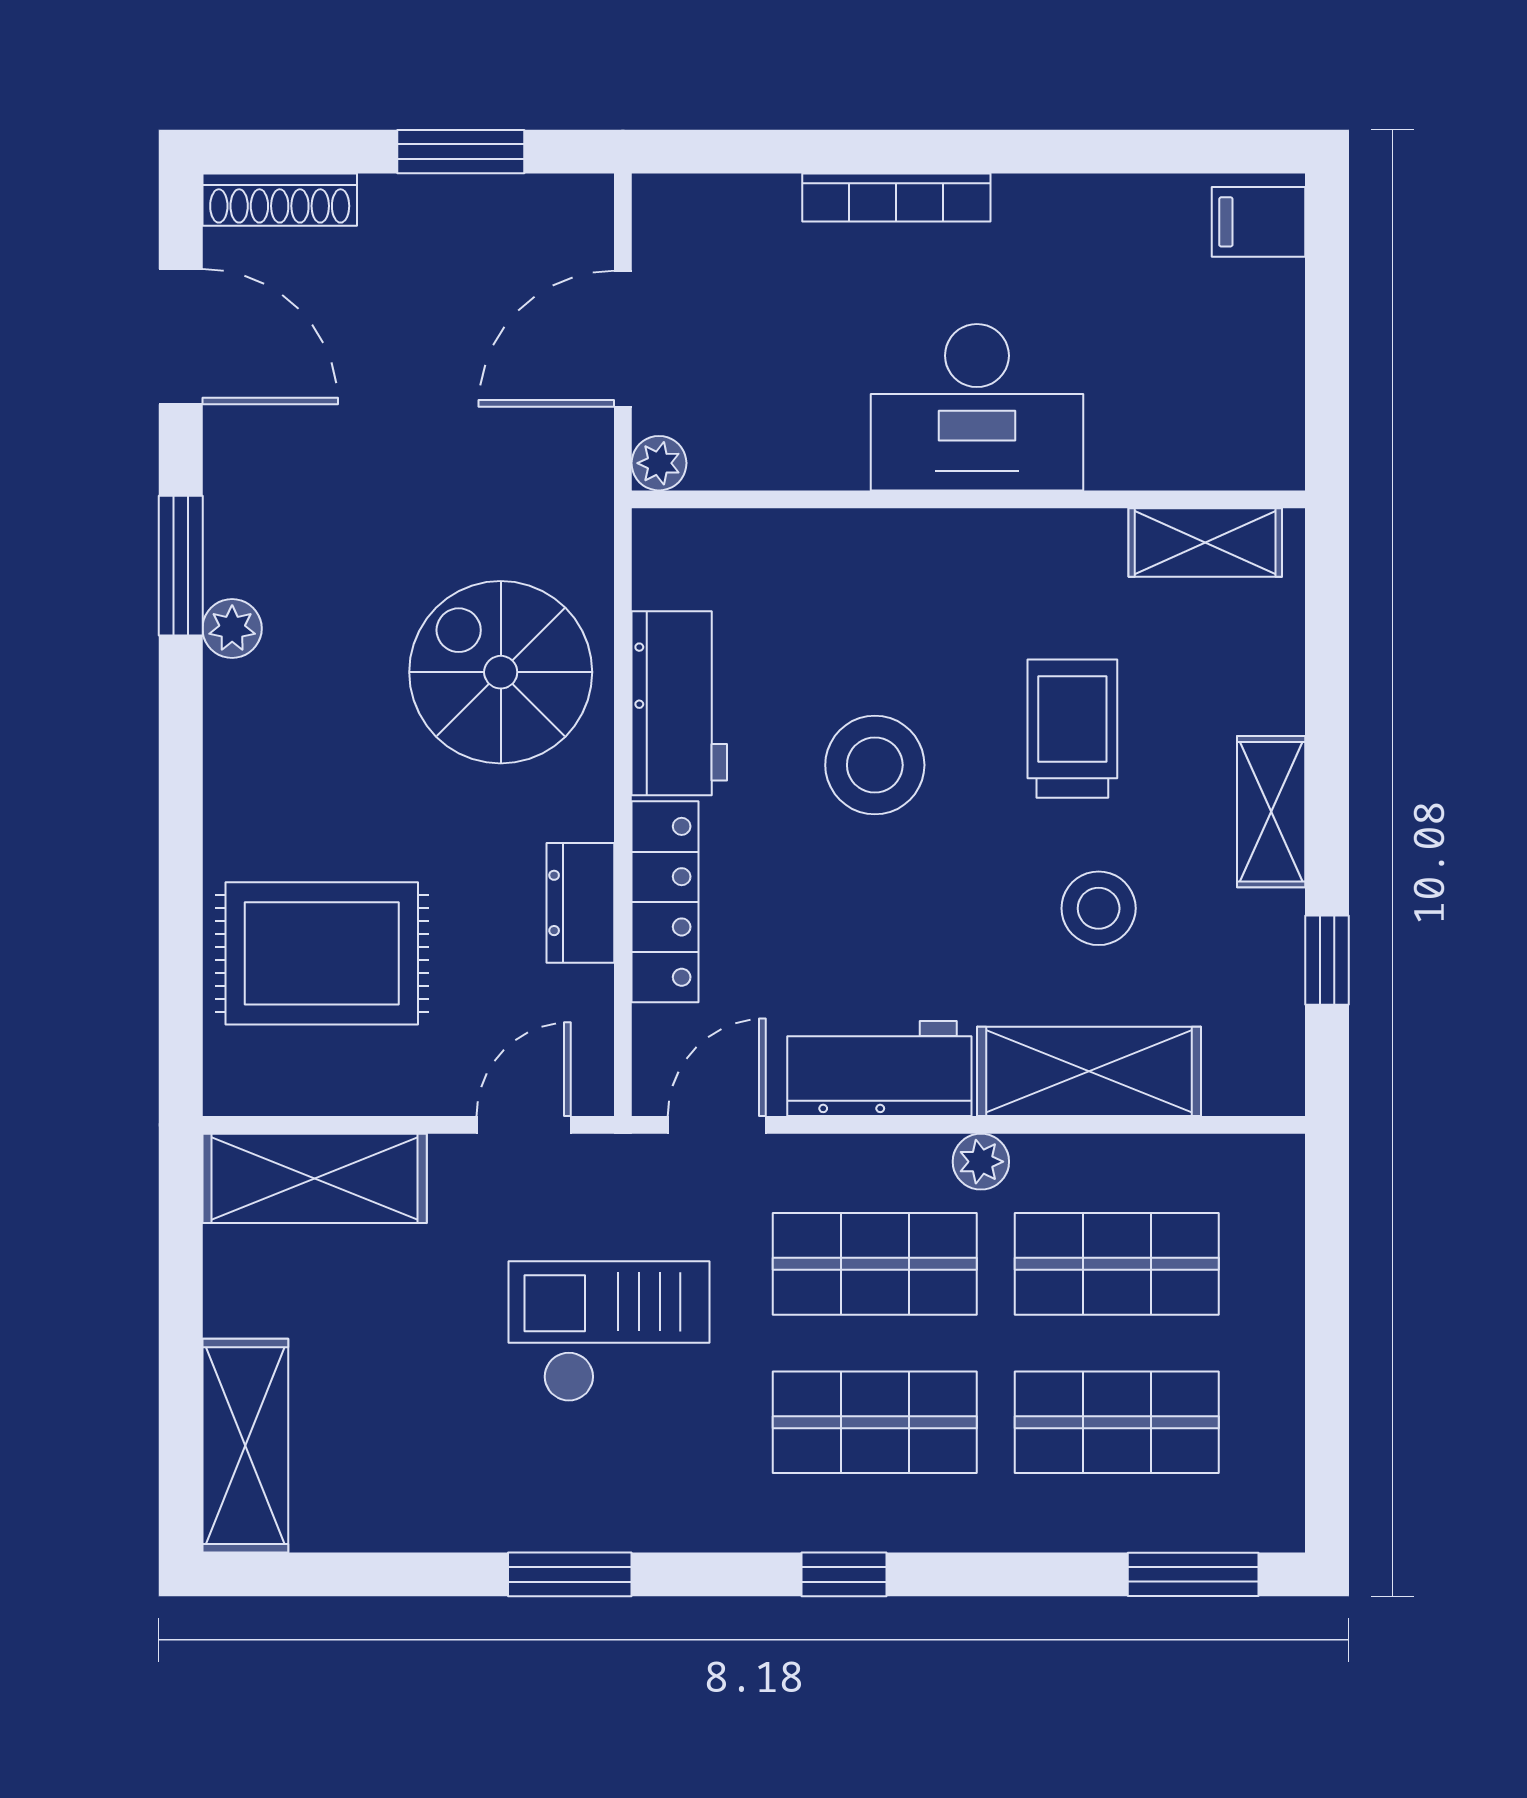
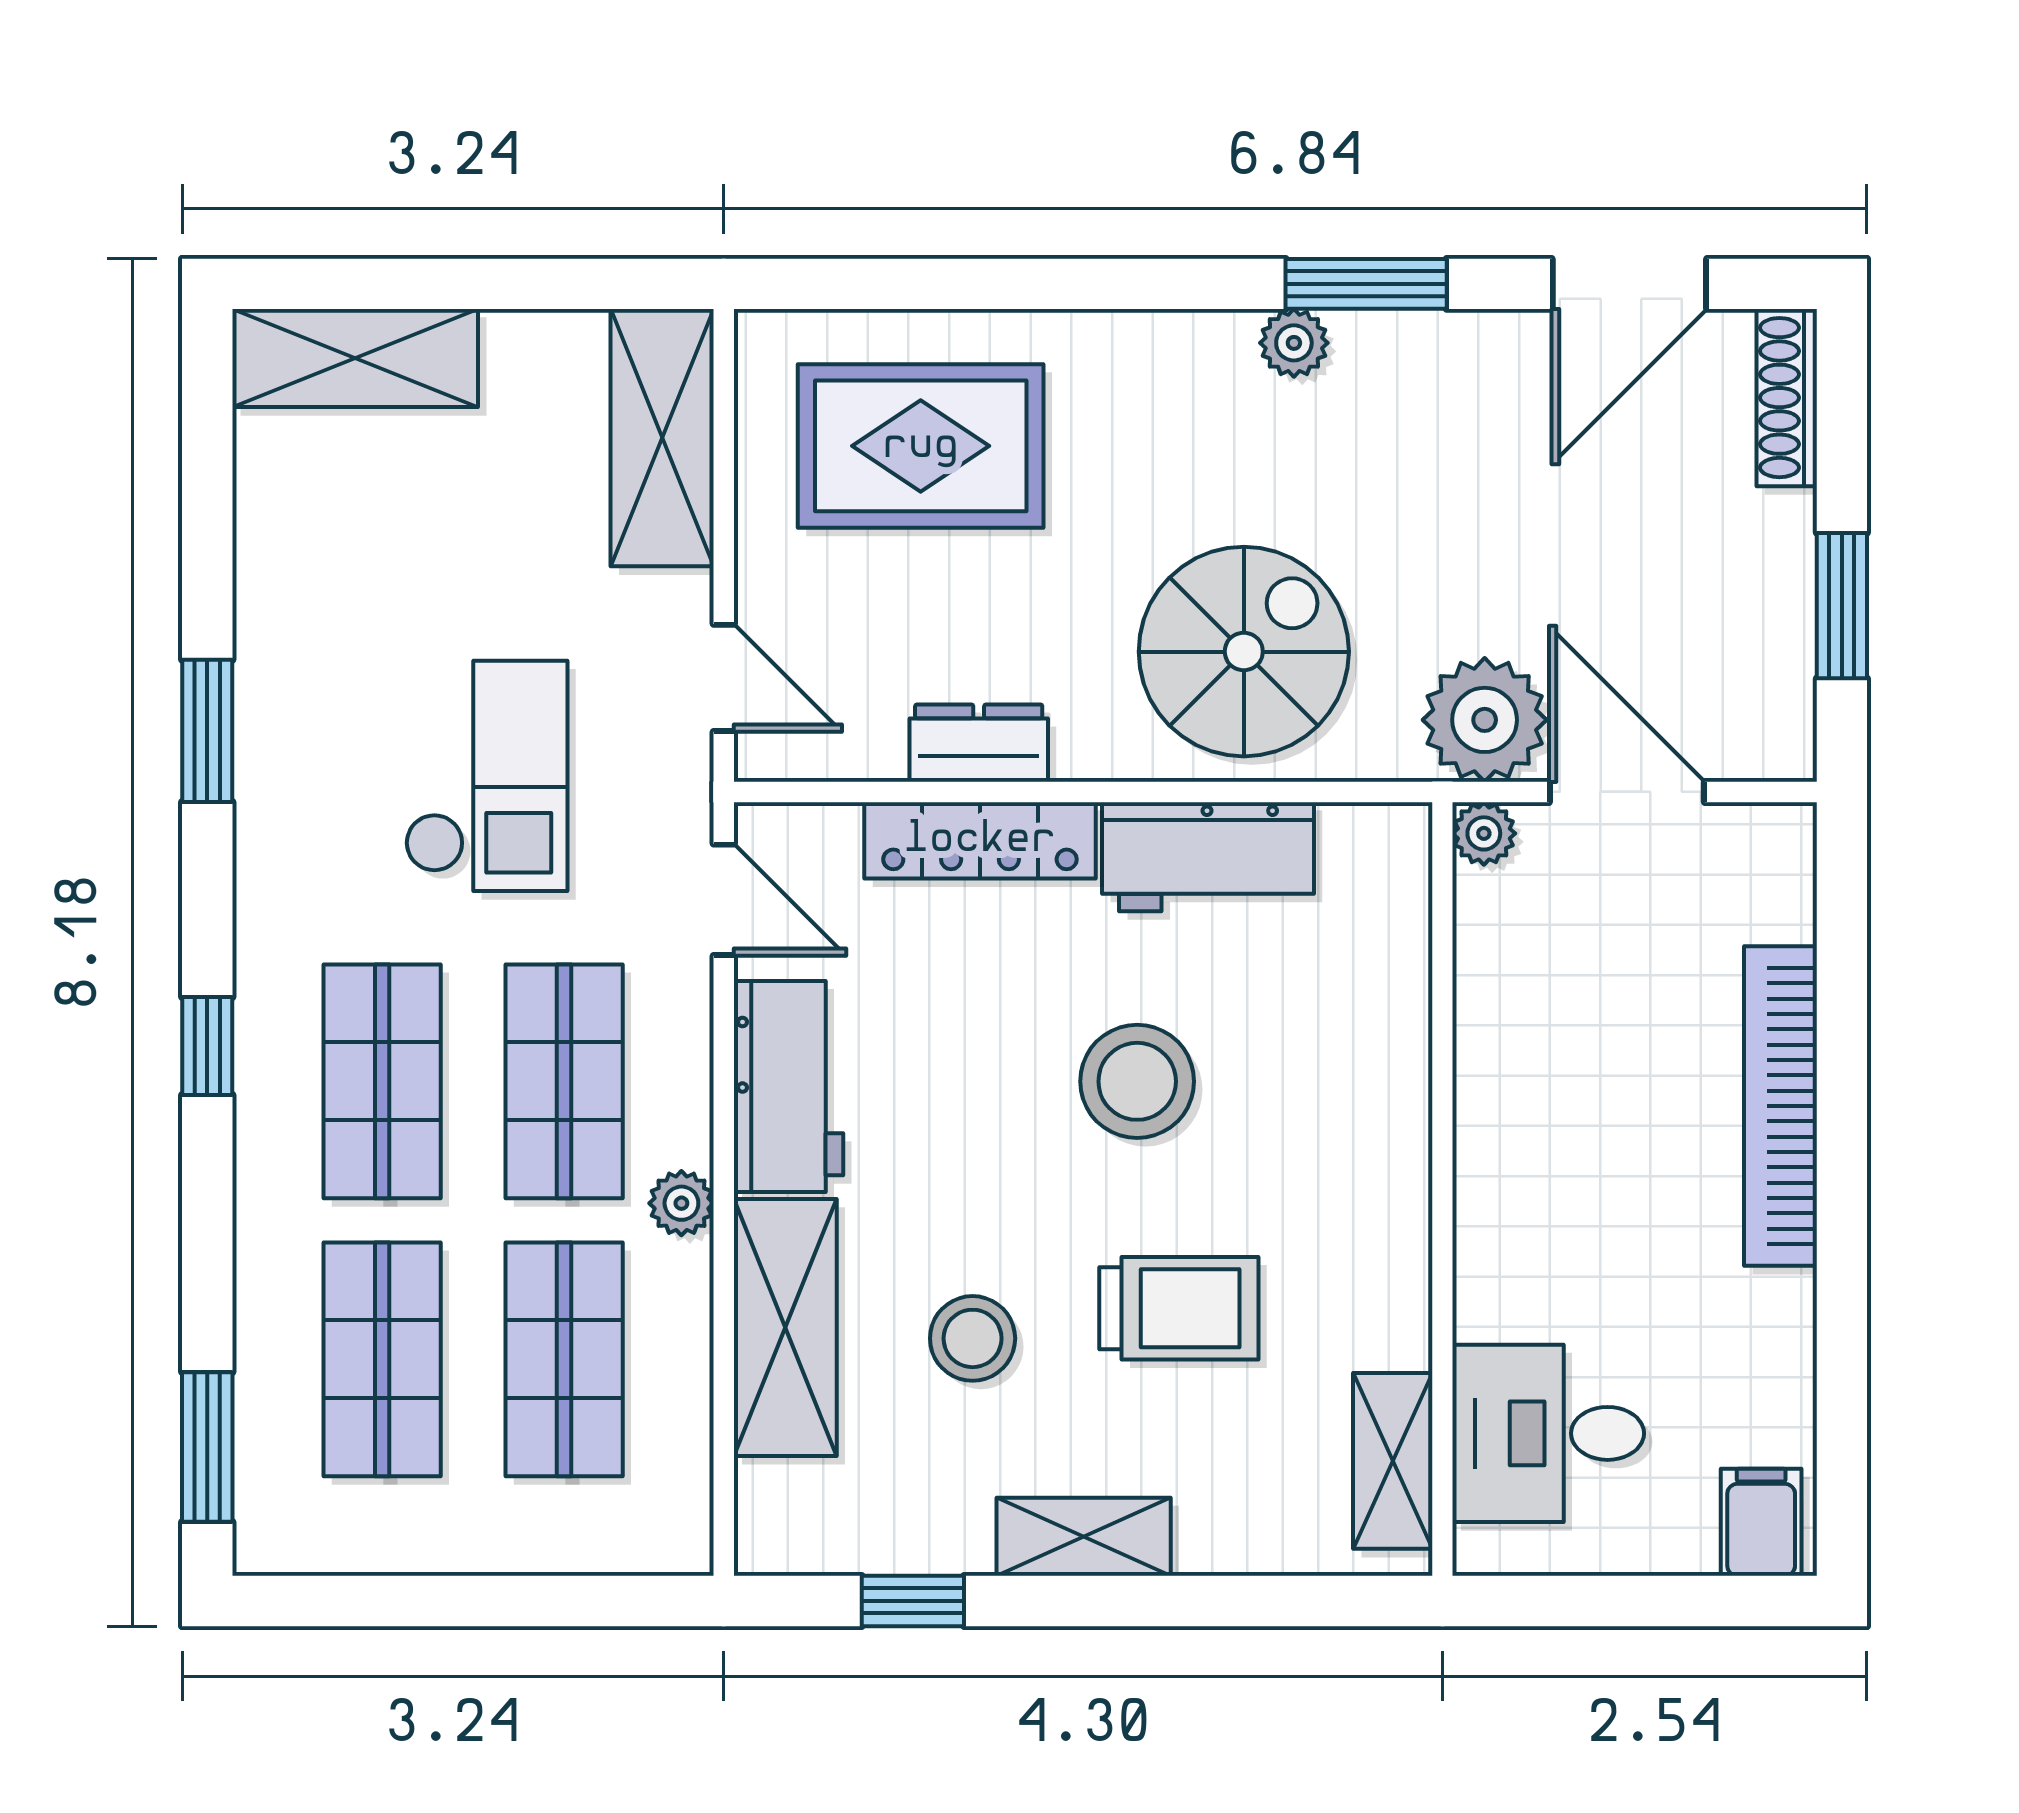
bookcase: (896, 197) -> (1781, 1106), width x1.48, depth x1.31
desk: (977, 407) -> (1548, 1433), moved, width x0.73
plant: (560, 463) -> (1485, 720), added
rug: (322, 953) -> (921, 446), turned 90

